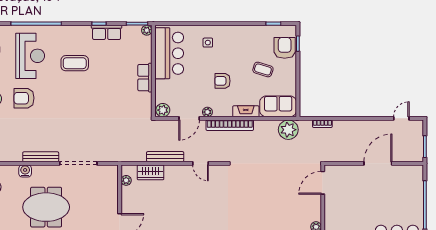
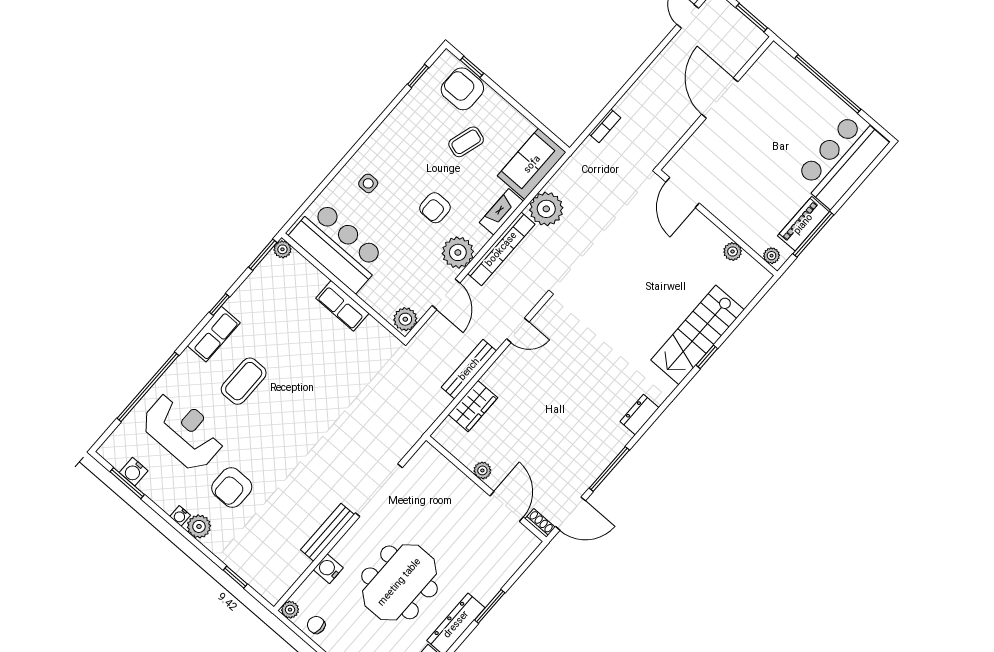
row of seats: (107, 32) -> (214, 334), moved
plant: (207, 112) -> (458, 252), width x1.88, depth x1.88
plant: (288, 130) -> (546, 209), moved
plant: (126, 180) -> (482, 470), moved

